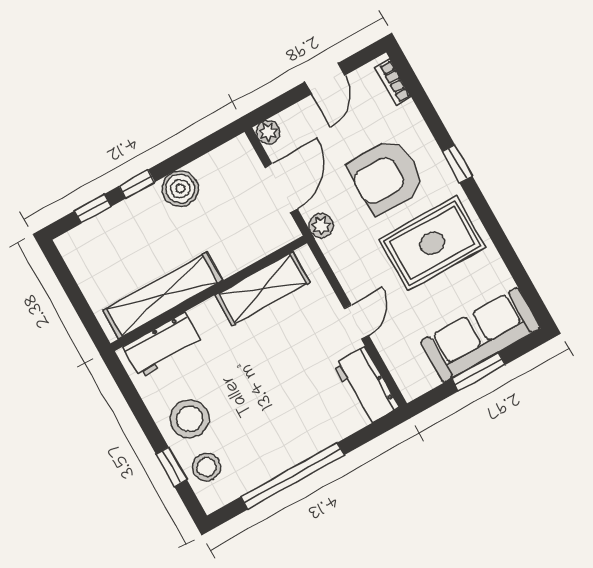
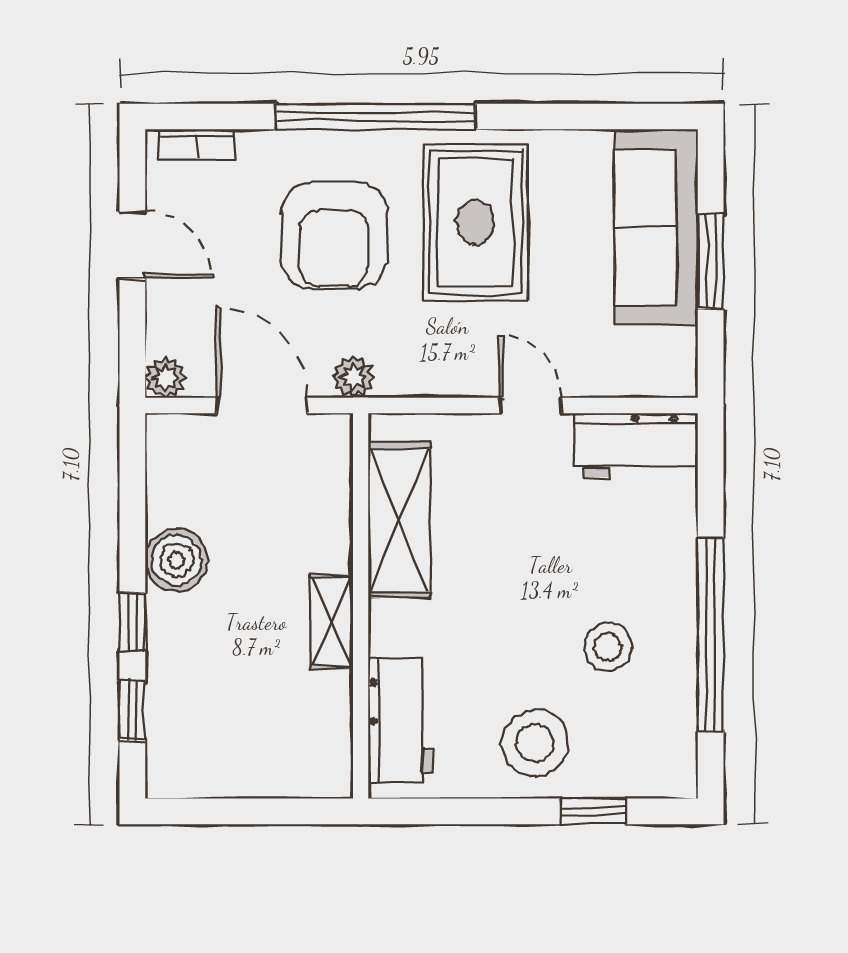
window: (457, 164) -> (376, 116), width x3.17
shelving: (163, 296) -> (332, 621), width x0.45, depth x0.75
stool: (206, 467) -> (608, 647), moved

